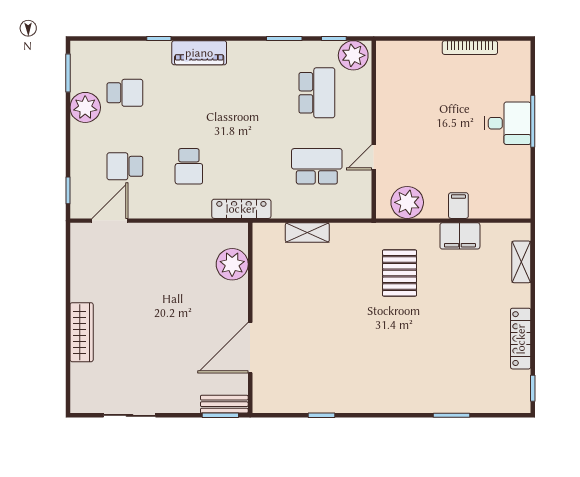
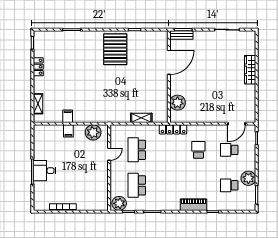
school desk: (125, 166) -> (229, 150), turned 180
school desk: (317, 166) -> (137, 150), turned 90
filing cabinet: (460, 236) -> (68, 116), width x0.50
pallet: (400, 273) -> (115, 49), moved, width x1.37, depth x1.41
locker: (521, 339) -> (38, 67), width x0.66

